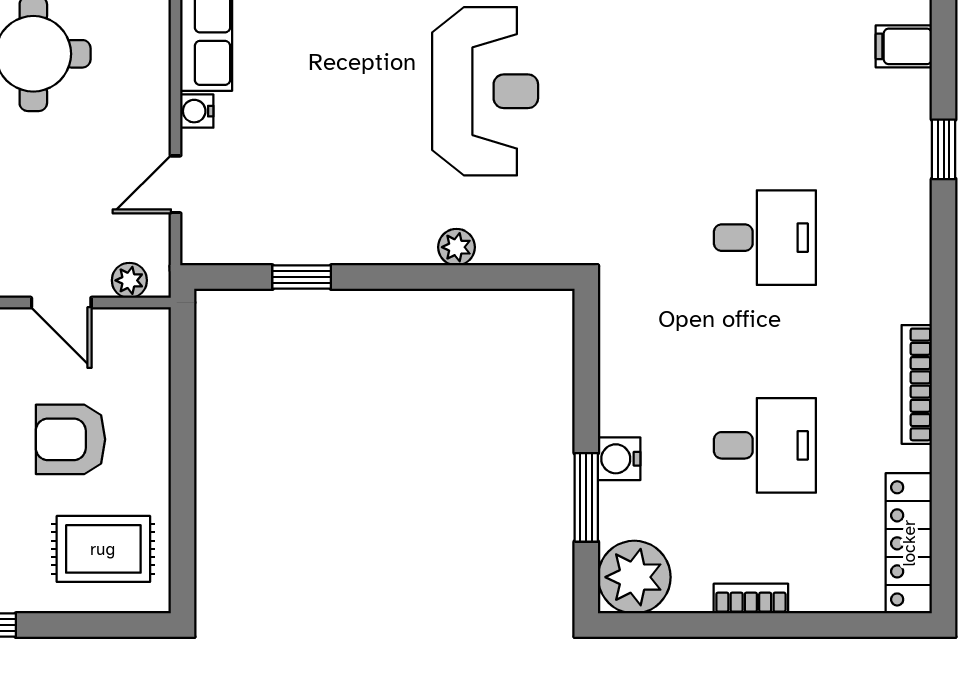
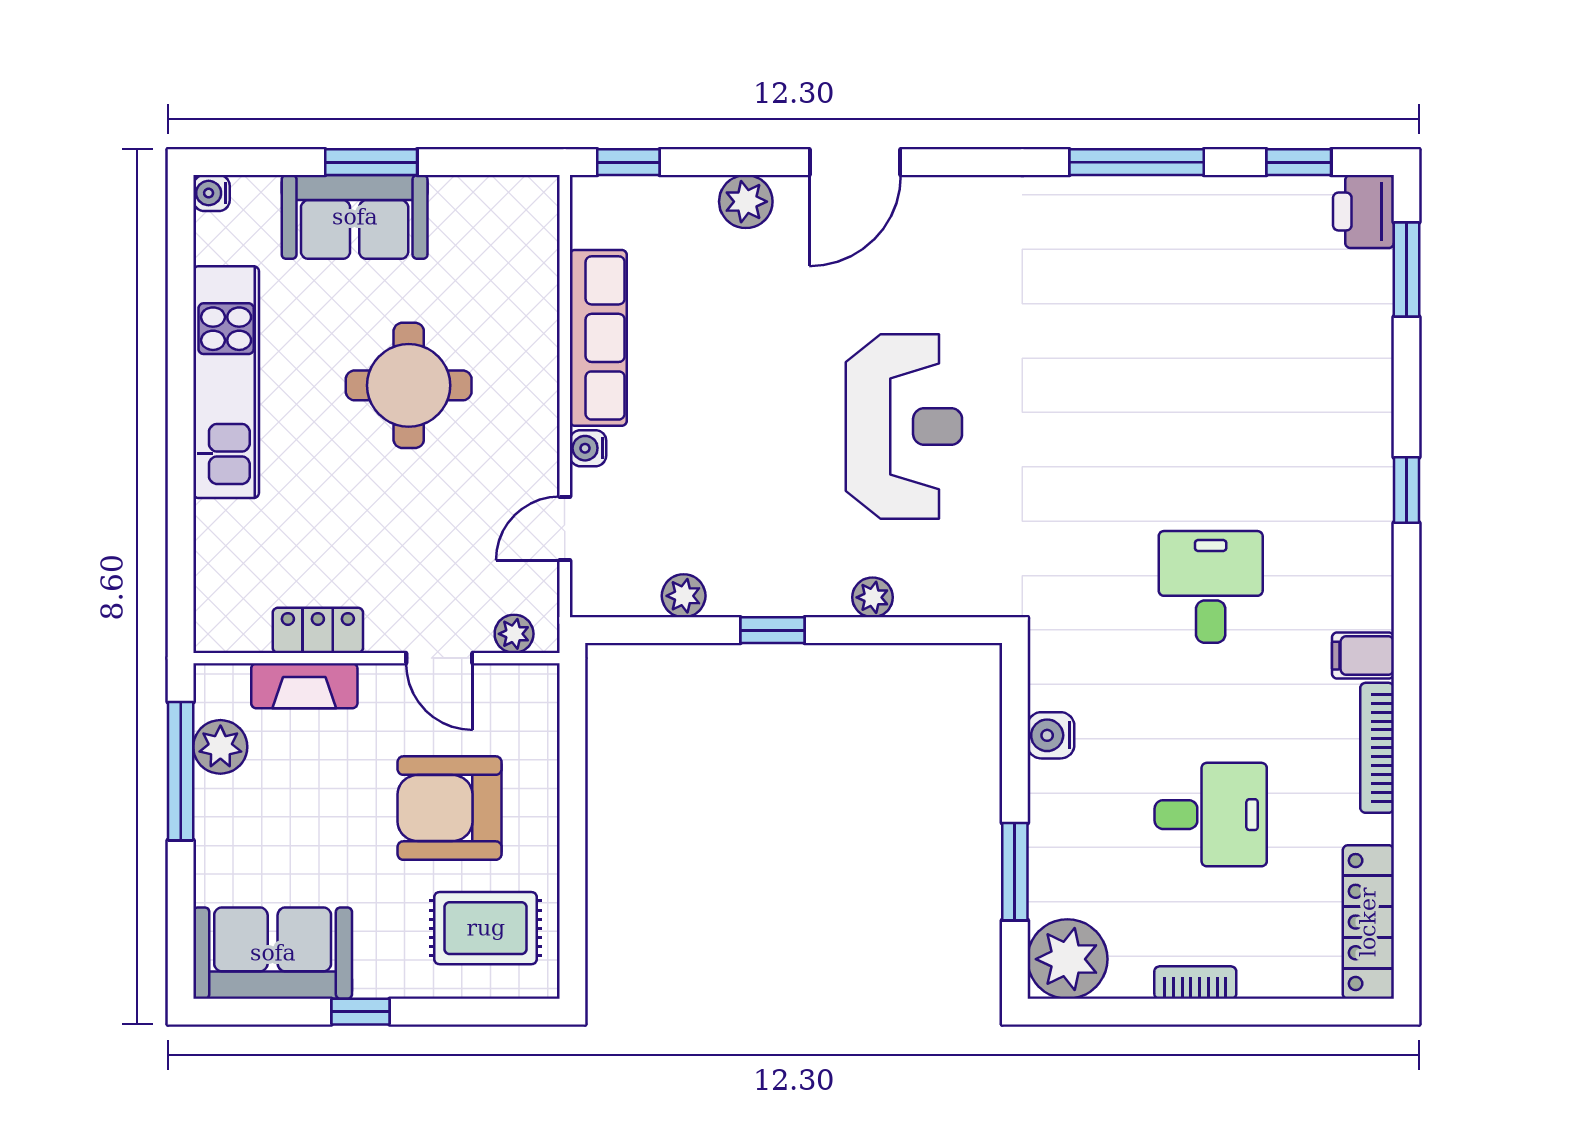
filing cabinet: (904, 46) -> (1363, 656), moved
desk: (765, 238) -> (1211, 587), turned -90
plant: (284, 246) -> (684, 596), added
window: (302, 277) -> (772, 630), moved
armchair: (71, 439) -> (450, 808), width x1.36, depth x1.36
water cooler: (619, 459) -> (1051, 735), moved

